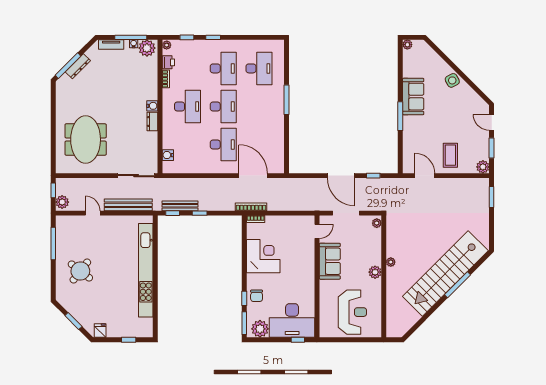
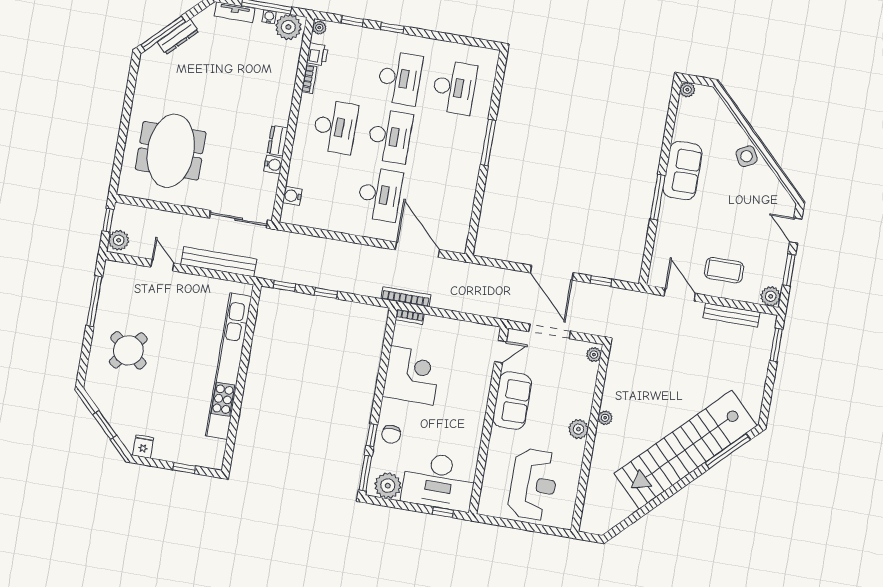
water cooler: (152, 106) -> (273, 165), moved
coffee table: (450, 155) -> (724, 270), turned 90
bench: (180, 206) -> (731, 315), moved
window: (457, 285) -> (728, 451), moved

